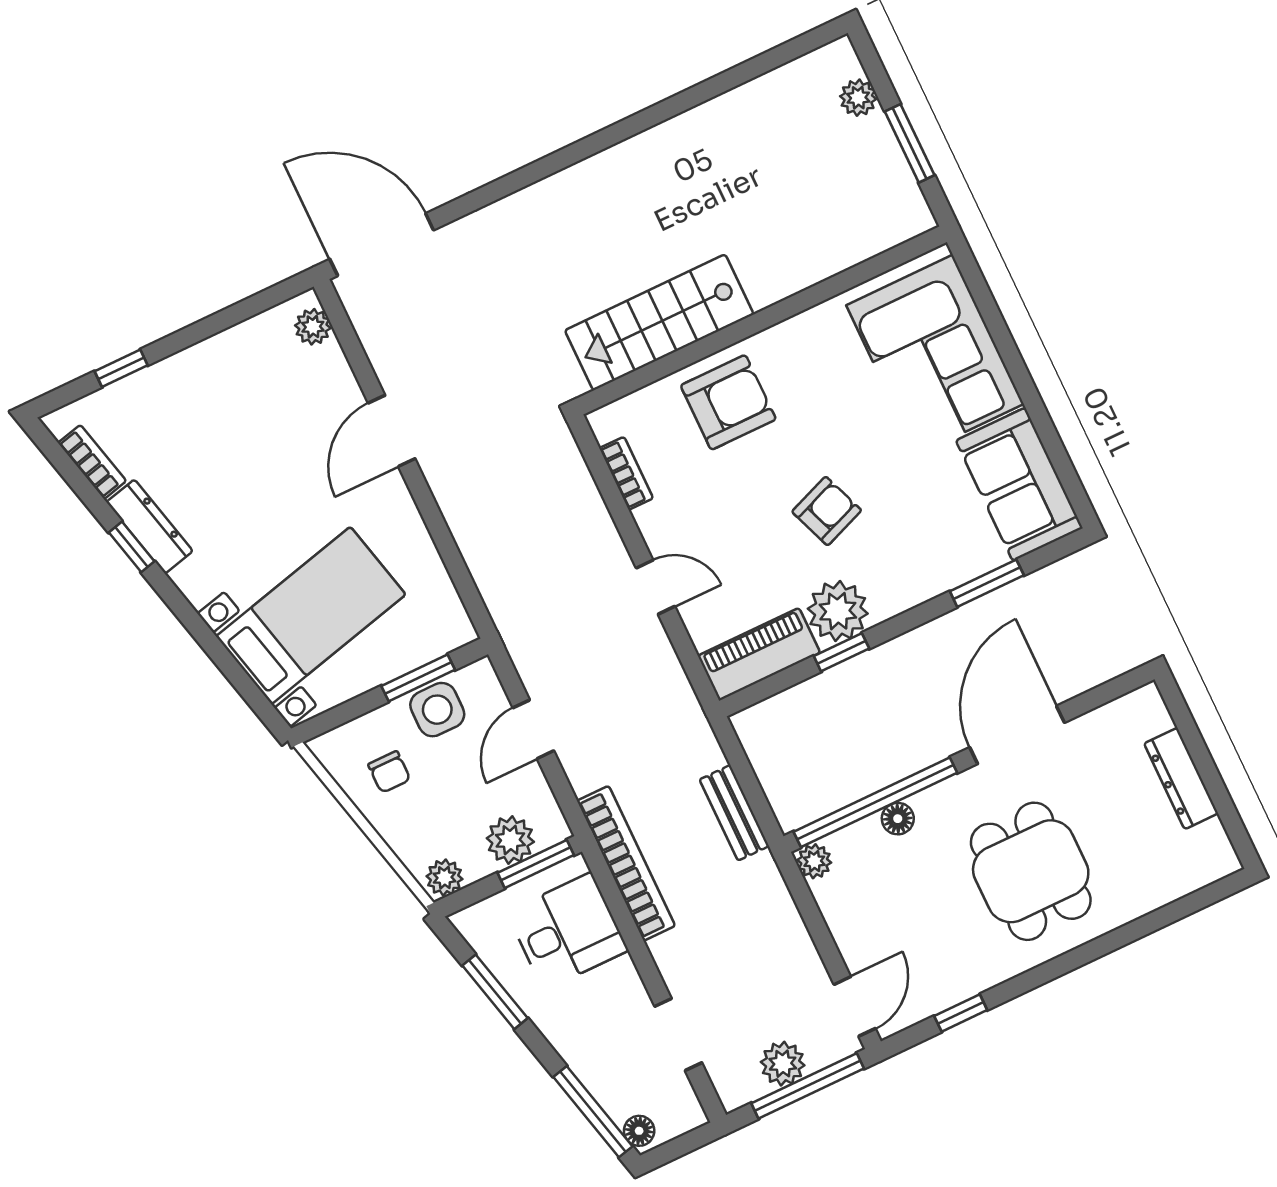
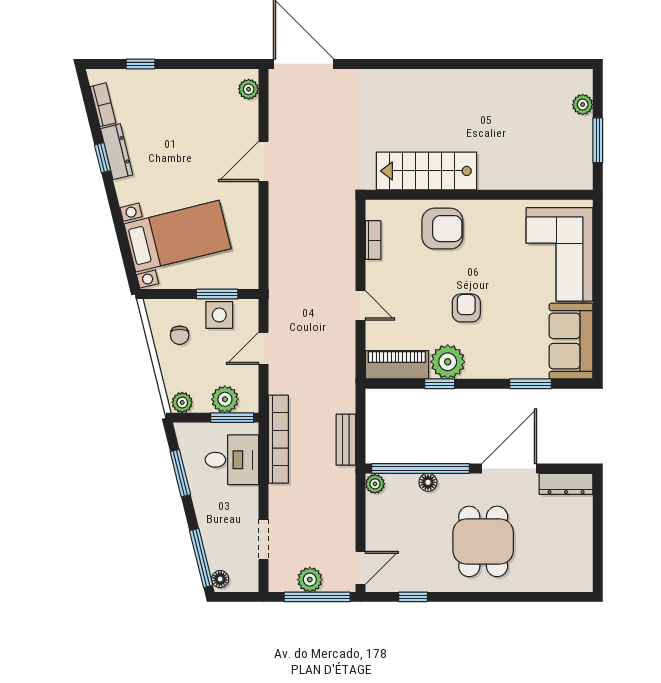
armchair: (827, 511) -> (466, 308), turned -69
dresser: (1181, 778) -> (566, 484), moved, turned -90

